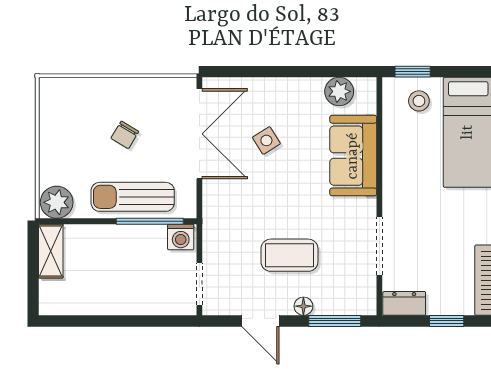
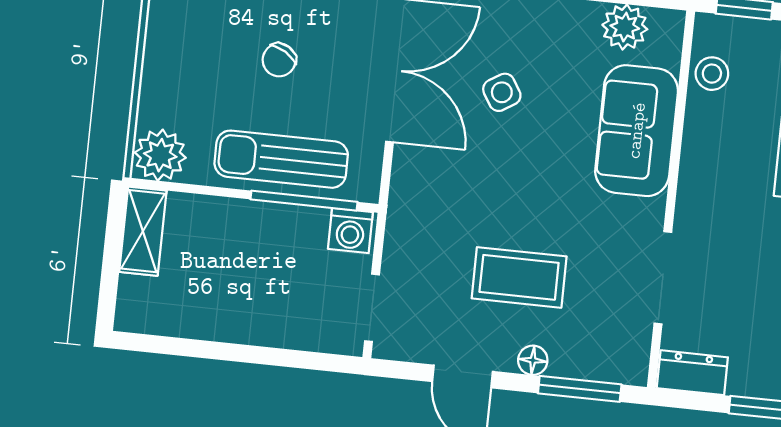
stool: (419, 101) -> (712, 74), moved

